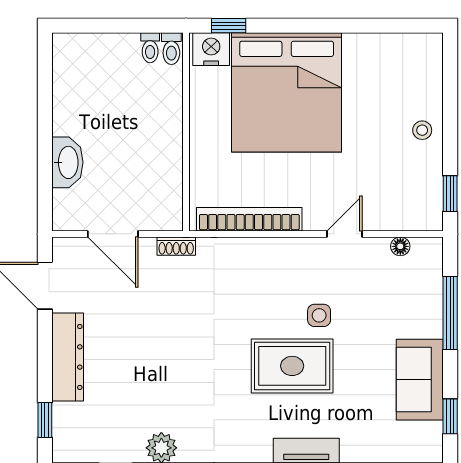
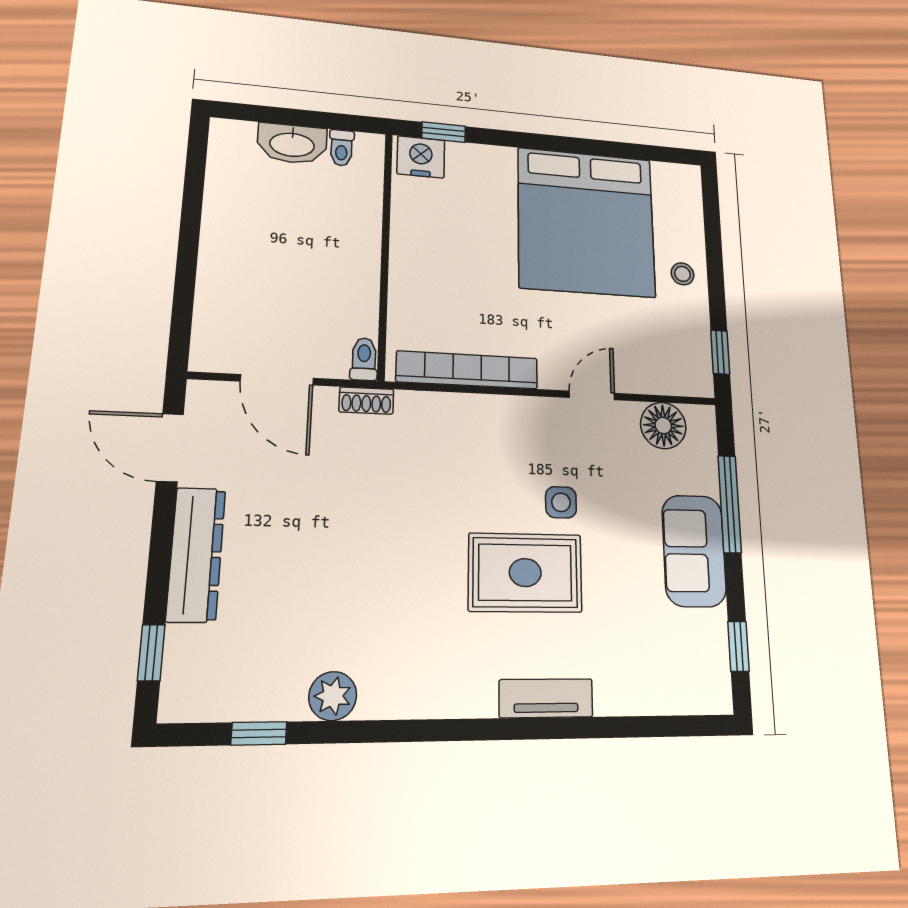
toilet: (171, 49) -> (364, 359), moved, turned 180
bed: (287, 92) -> (586, 222), moved
washbasin: (67, 162) -> (292, 144), moved, turned 90
floor lamp: (400, 246) -> (663, 426), width x1.89, depth x1.89
sofa: (420, 380) -> (694, 551), moved

